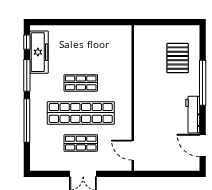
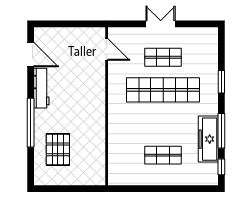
freezer: (39, 52) -> (208, 139), moved
shop shelf: (81, 83) -> (163, 155), moved
window: (27, 121) -> (221, 82), width x0.47

